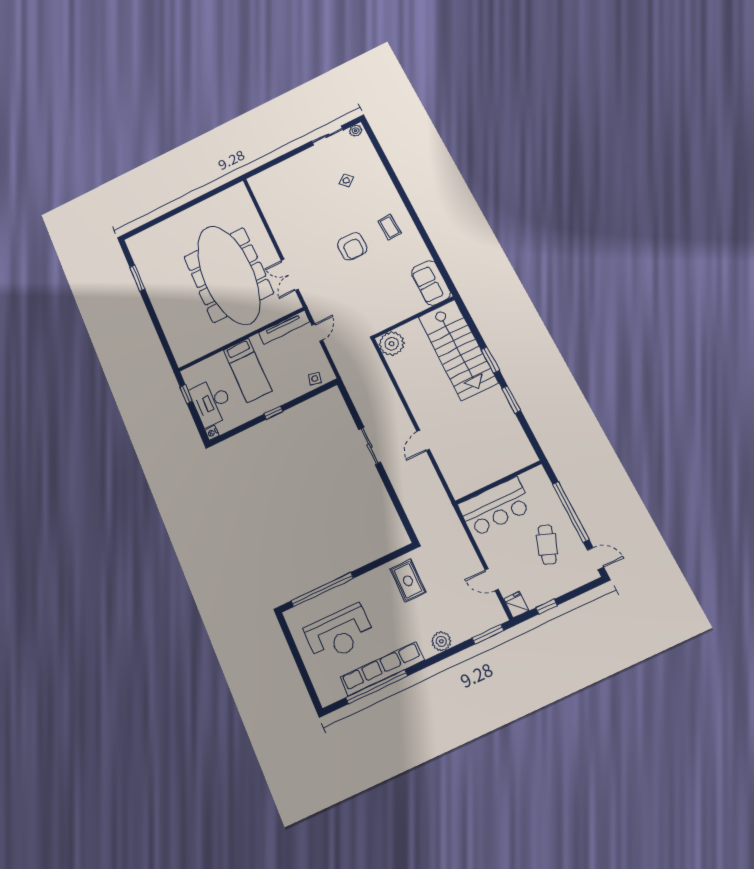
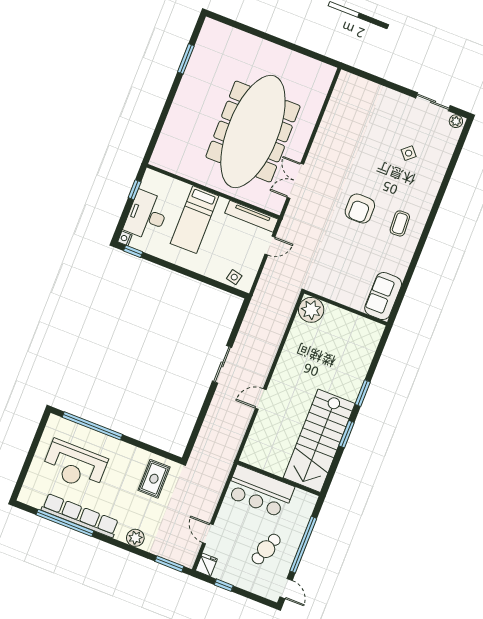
stairs: (458, 350) -> (319, 441), moved
window: (273, 413) -> (133, 251), moved

